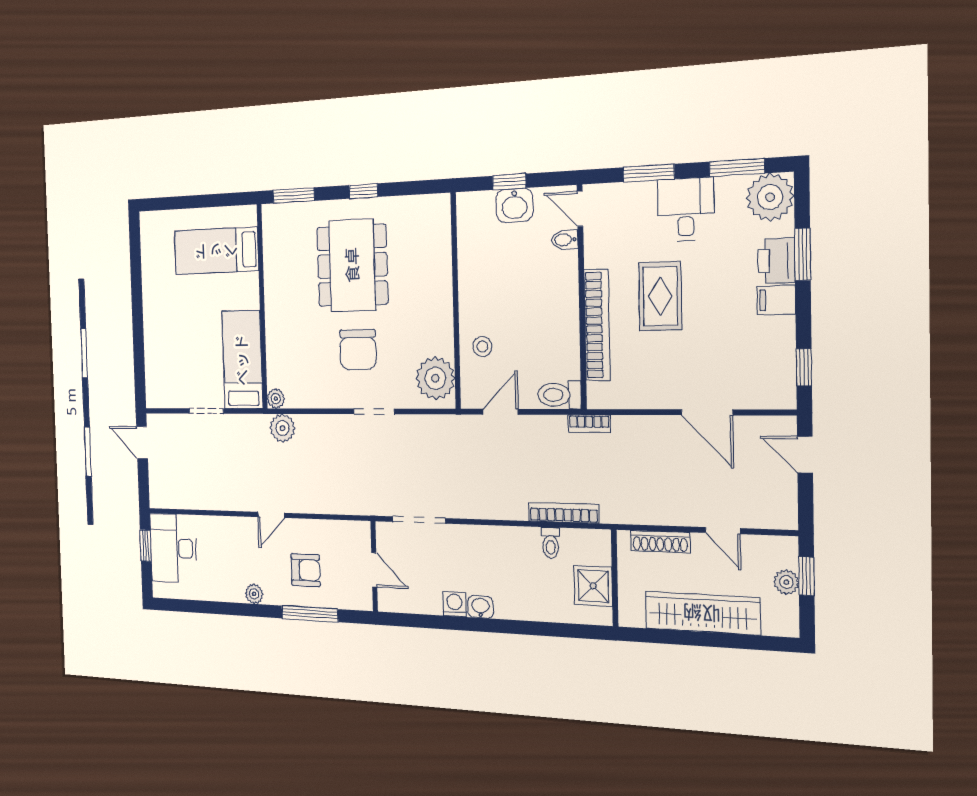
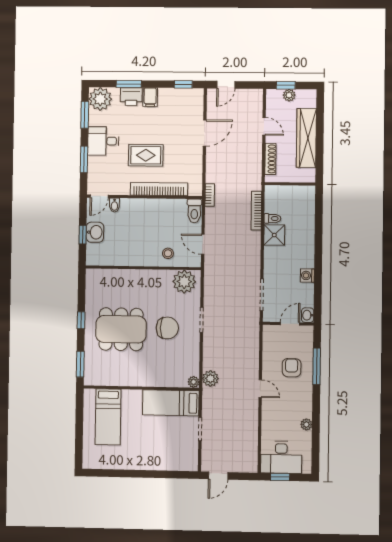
door: (723, 531) -> (264, 126), hinge flipped
shower: (593, 586) -> (274, 235), moved
plant: (254, 594) -> (306, 424), moved
washbasin: (480, 607) -> (308, 315), moved

